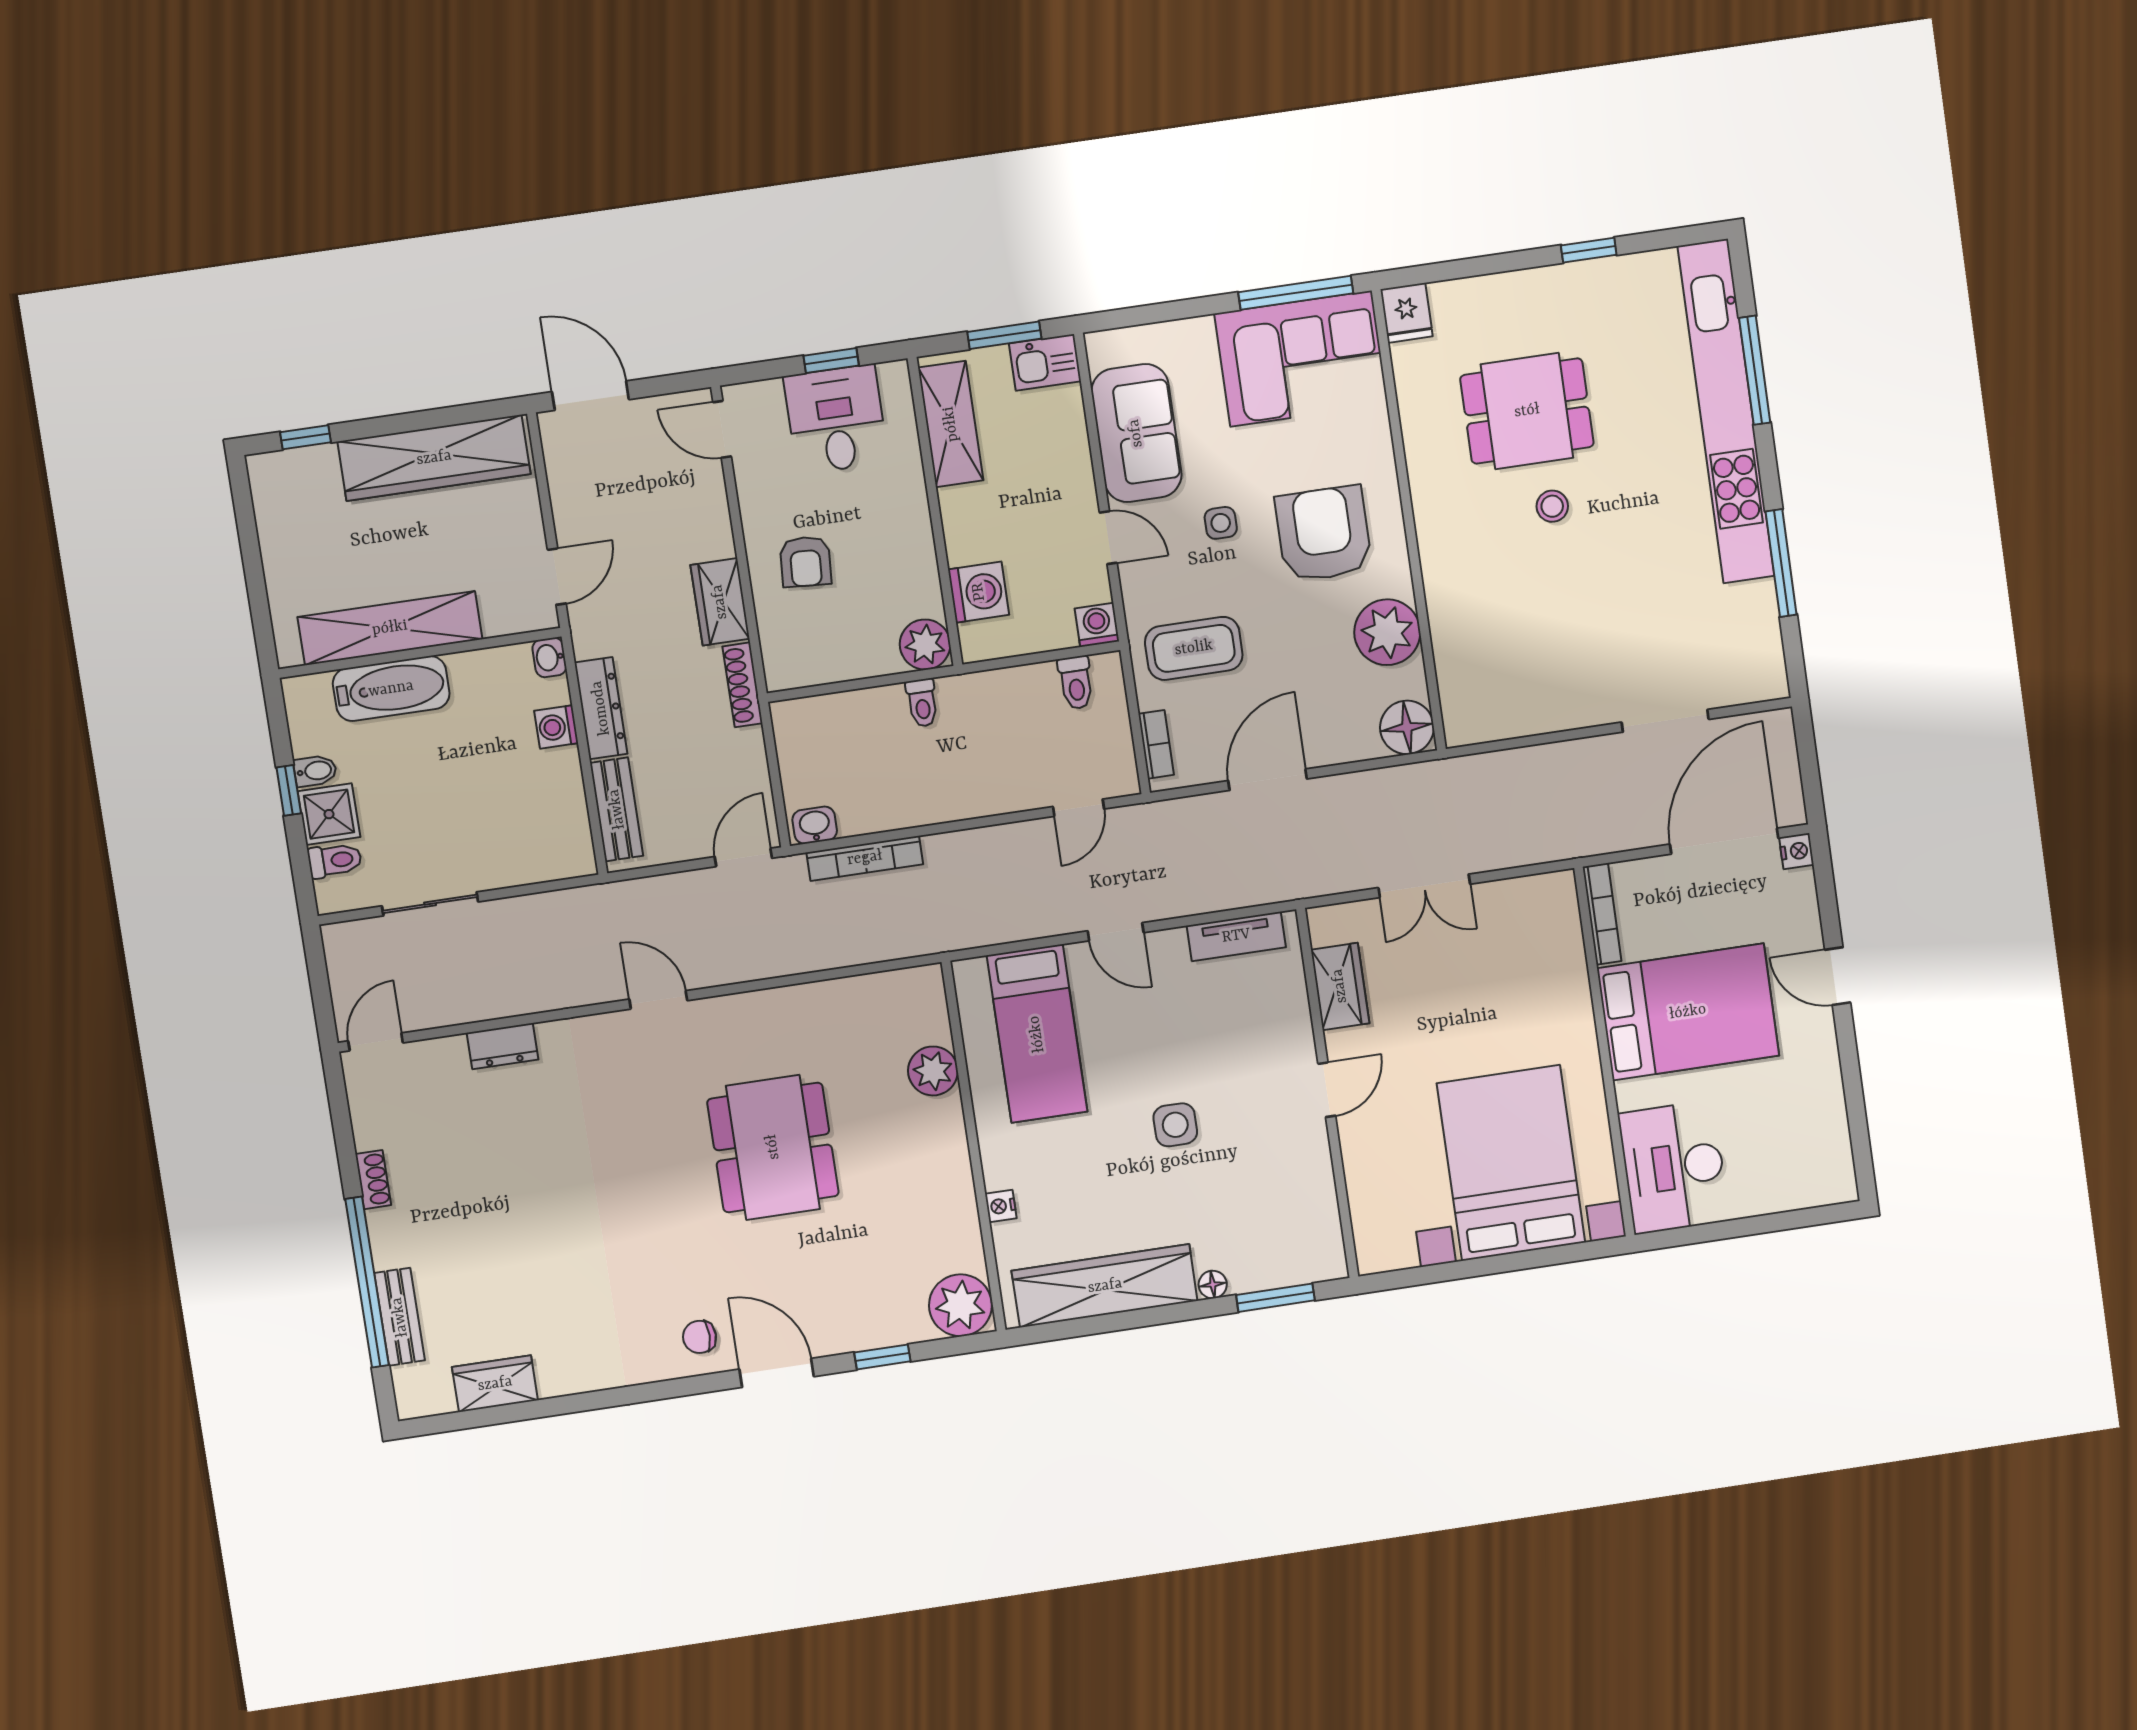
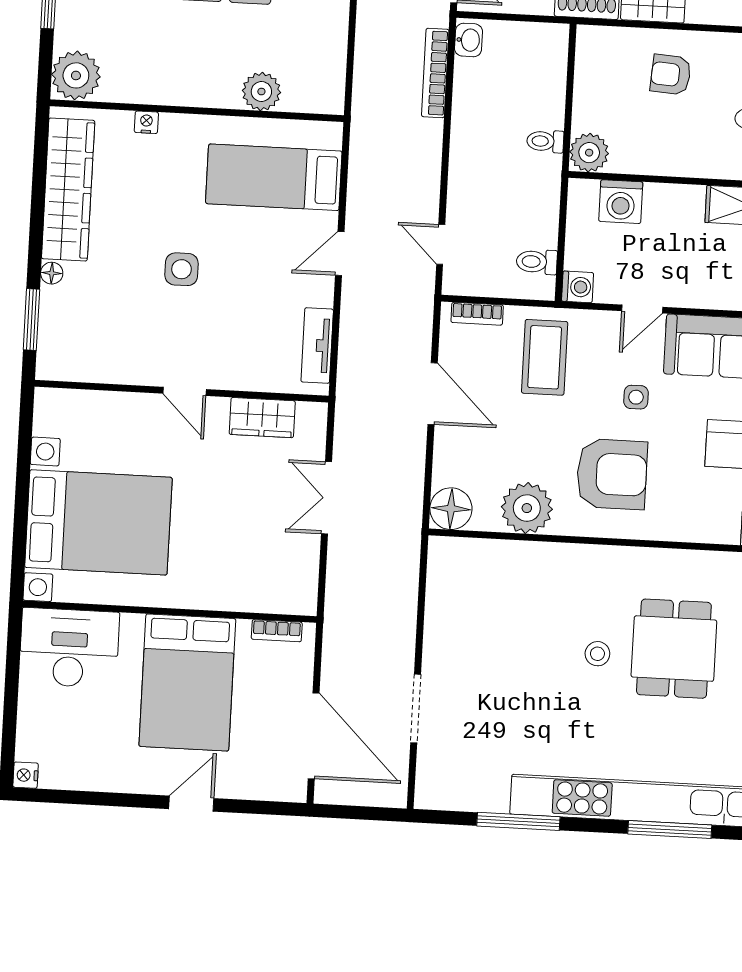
nightstand: (1796, 851) -> (26, 775), moved, turned 90
bookcase: (1602, 914) -> (277, 631), width x0.64

